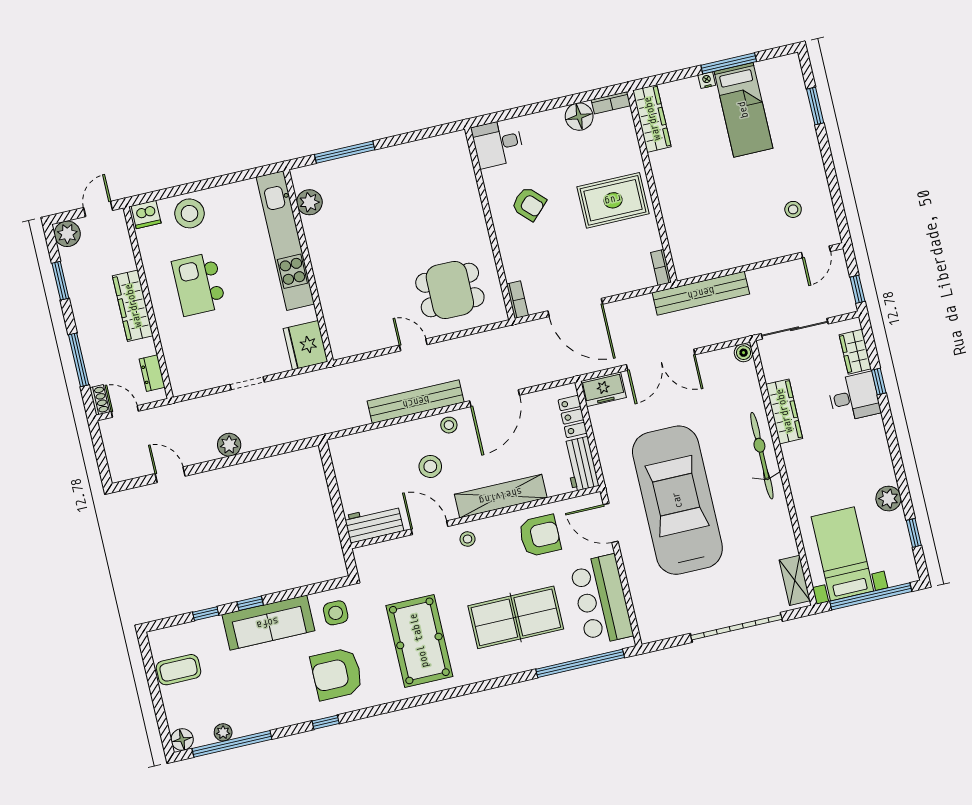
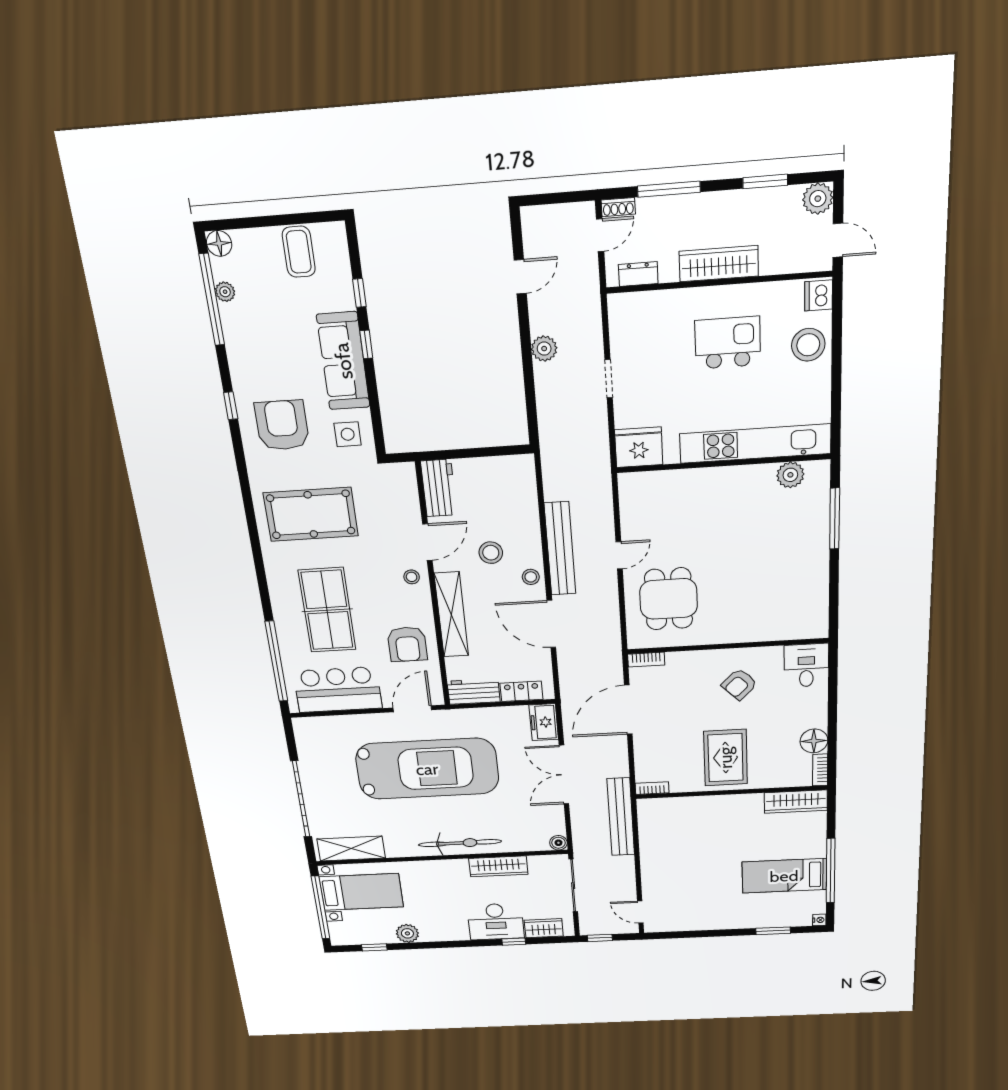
window: (729, 63) -> (831, 871), width x1.46
nightstand: (707, 80) -> (819, 920), moved
stool: (793, 209) -> (683, 900), removed
desk: (854, 397) -> (496, 922), width x1.37
shelving: (795, 580) -> (351, 848), width x1.50, depth x1.33

